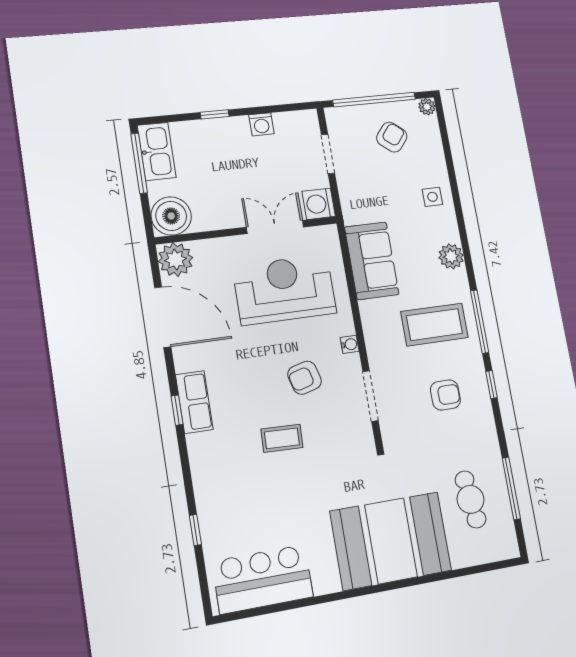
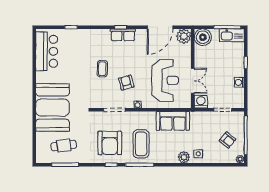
plant: (451, 256) -> (184, 157), moved
armchair: (445, 395) -> (110, 143), width x1.88, depth x1.88

